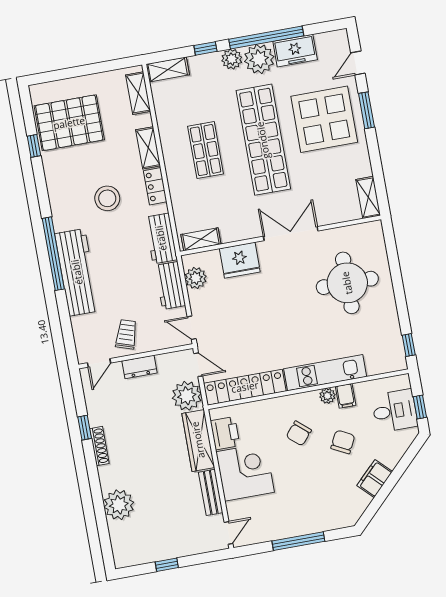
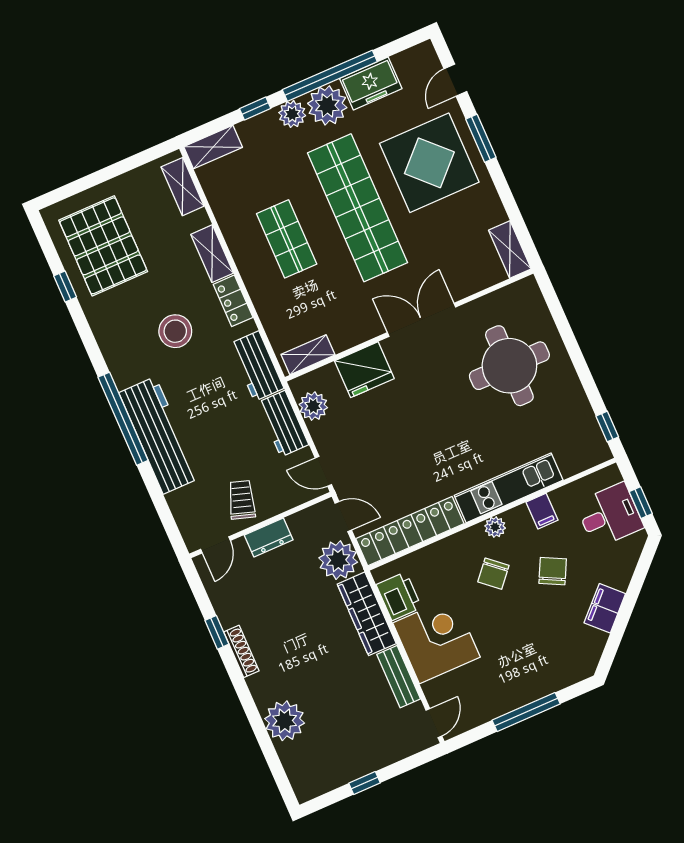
pallet: (69, 123) -> (103, 246), turned 90
plant: (327, 396) -> (495, 527), moved

